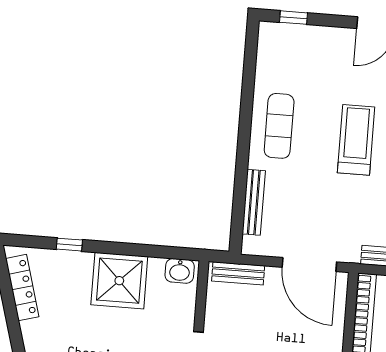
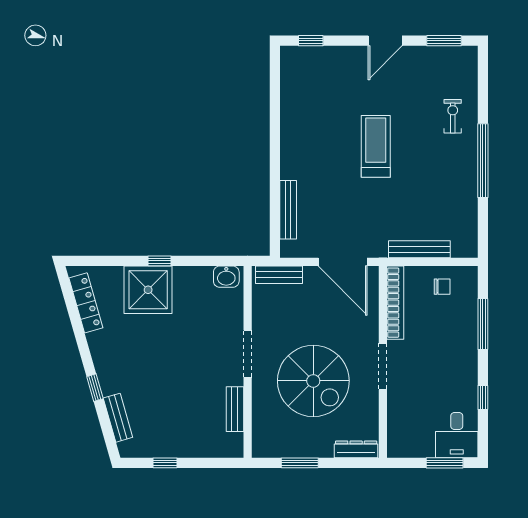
exercise mat: (279, 126) -> (305, 139), removed
window: (69, 245) -> (160, 261), moved
shower: (119, 281) -> (148, 290), moved

